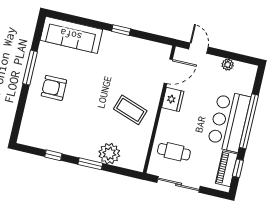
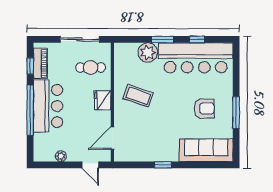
armchair: (54, 88) -> (204, 109), moved
fridge: (173, 99) -> (103, 100), moved
bar counter: (60, 136) -> (196, 58), added

